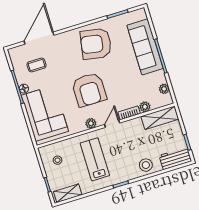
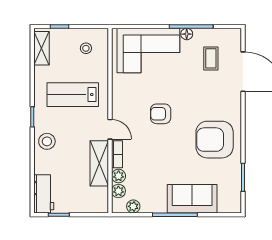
armchair: (96, 44) -> (215, 140), turned -100
sofa: (145, 47) -> (192, 199), width x0.73
armchair: (89, 90) -> (161, 114), width x0.53, depth x0.53
shelving: (160, 118) -> (99, 163), moved
plant: (91, 123) -> (118, 191), moved
lab bench: (95, 159) -> (73, 95), turned 180
stool: (146, 165) -> (47, 141), moved

